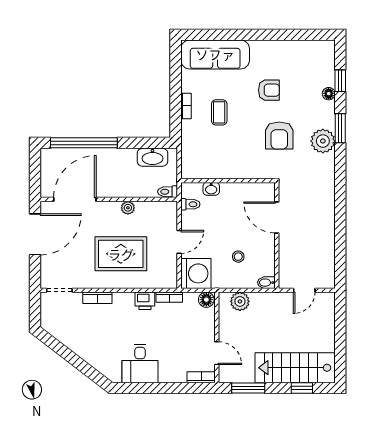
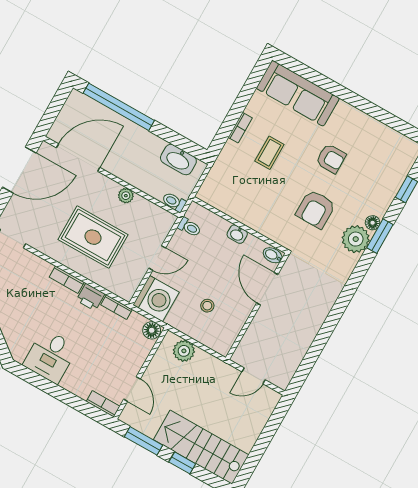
floor lamp: (329, 94) -> (373, 223), moved
washbasin: (211, 189) -> (237, 234), moved
bidet: (266, 283) -> (273, 255), moved
bookcase: (97, 298) -> (67, 280), moved
window: (302, 388) -> (182, 463), moved

